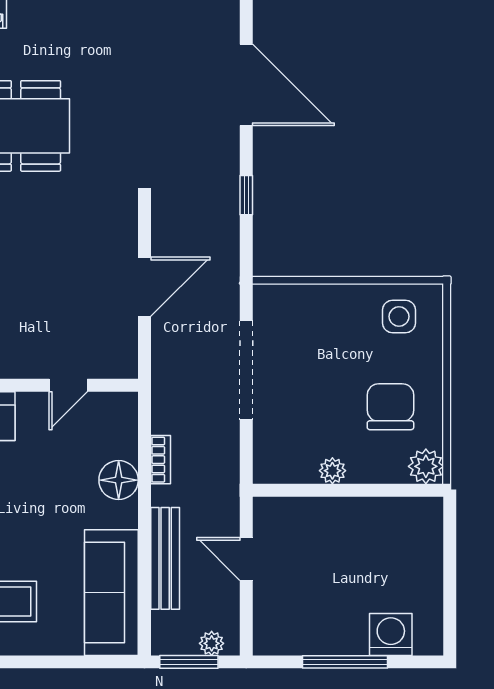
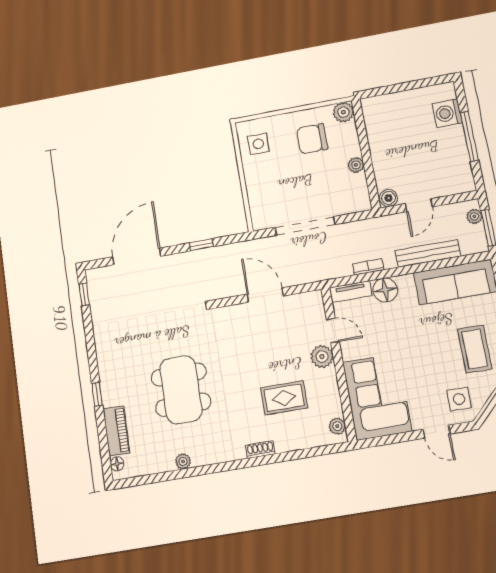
plant: (30, 361) -> (322, 357), added
tv unit: (126, 425) -> (351, 292), added
boiler: (267, 513) -> (388, 198), added

